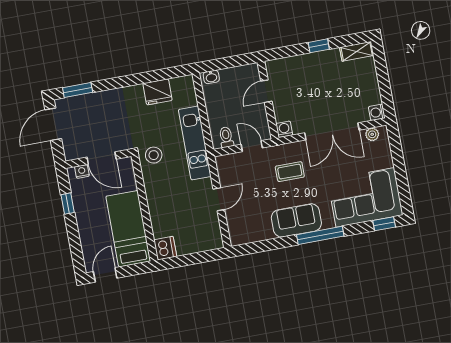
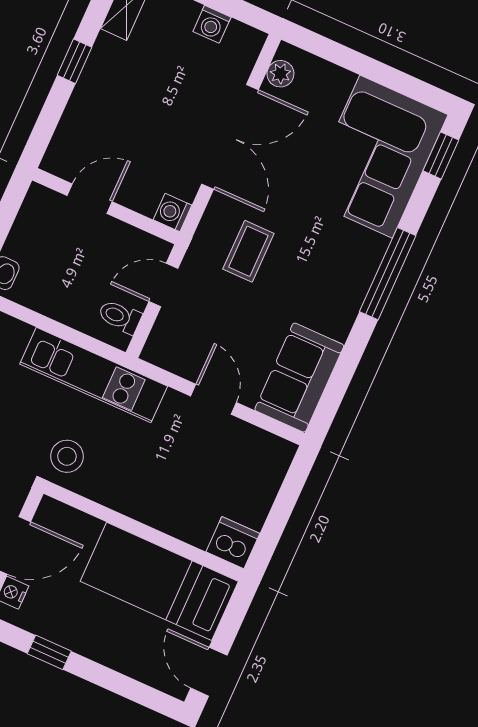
door: (266, 91) -> (90, 199), swing flipped
washing machine: (377, 112) -> (212, 24), moved
sofa: (296, 220) -> (299, 378), moved

